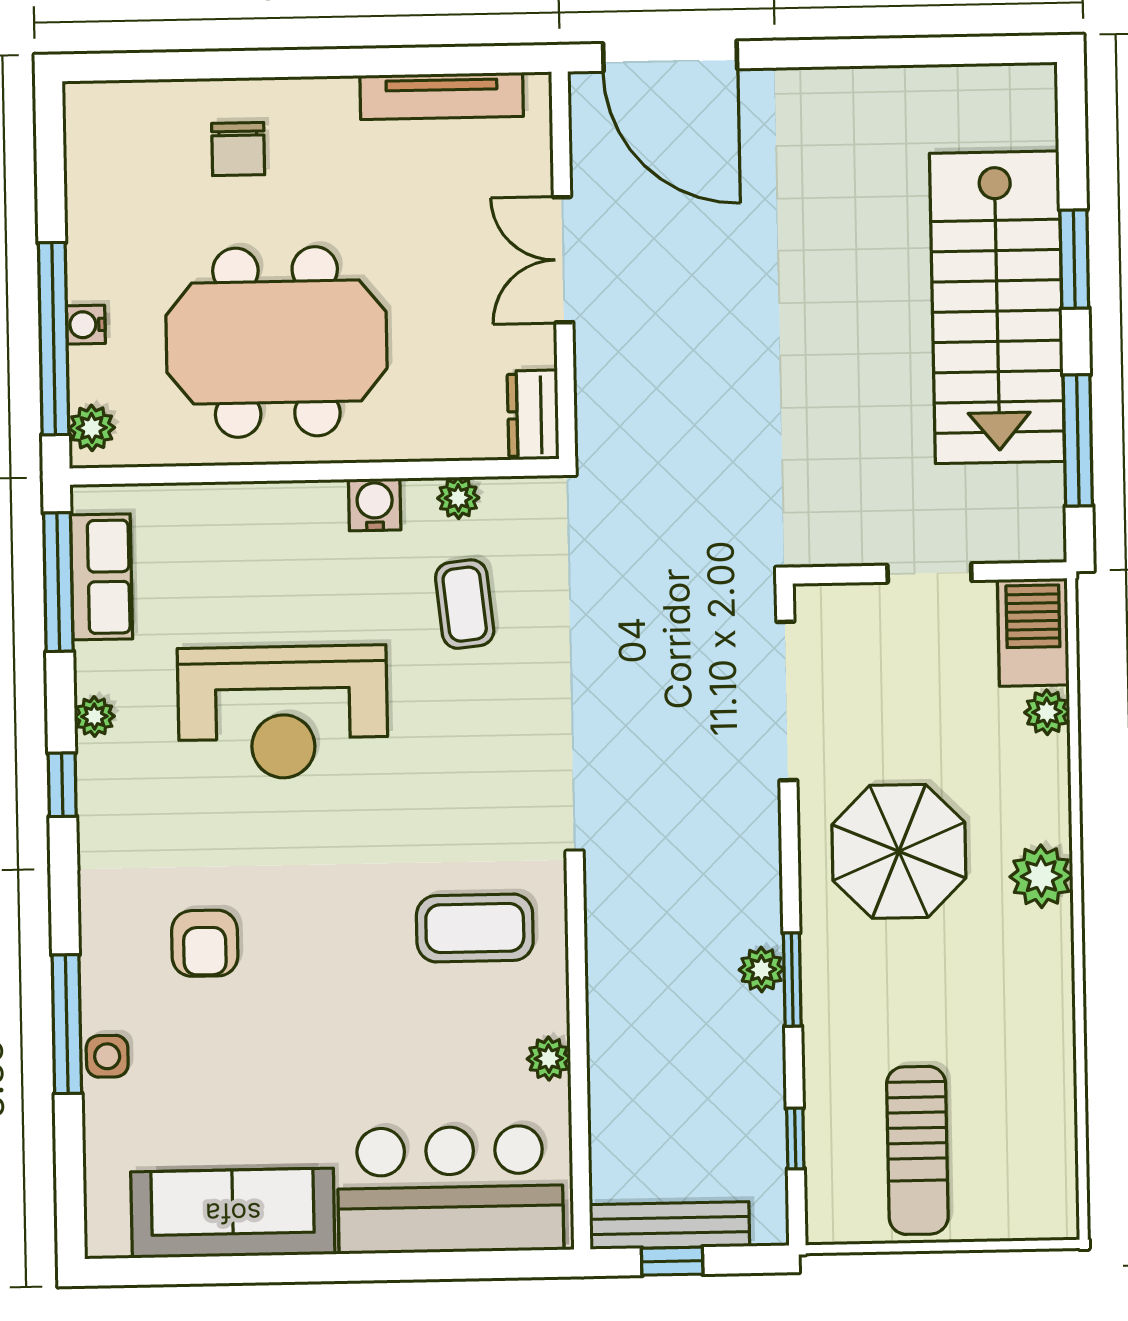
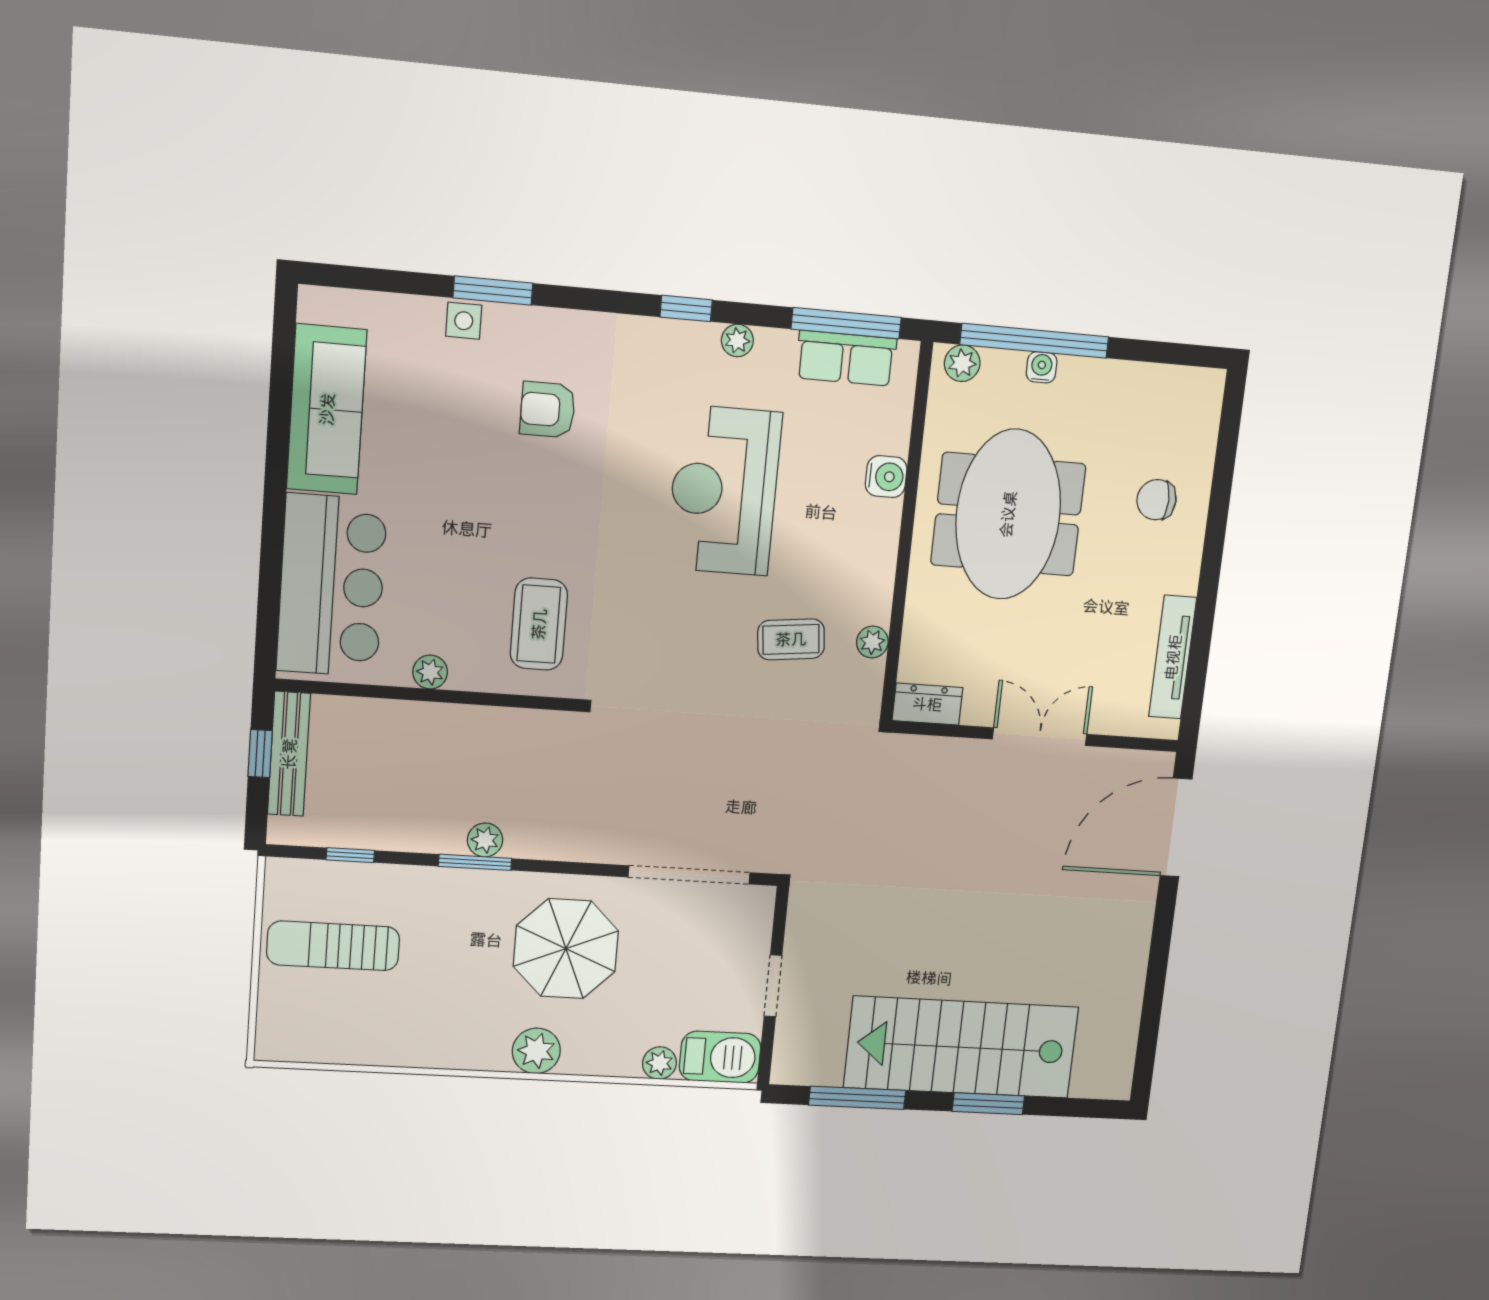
water cooler: (375, 505) -> (886, 477), moved
window: (67, 1024) -> (493, 291), width x0.69

